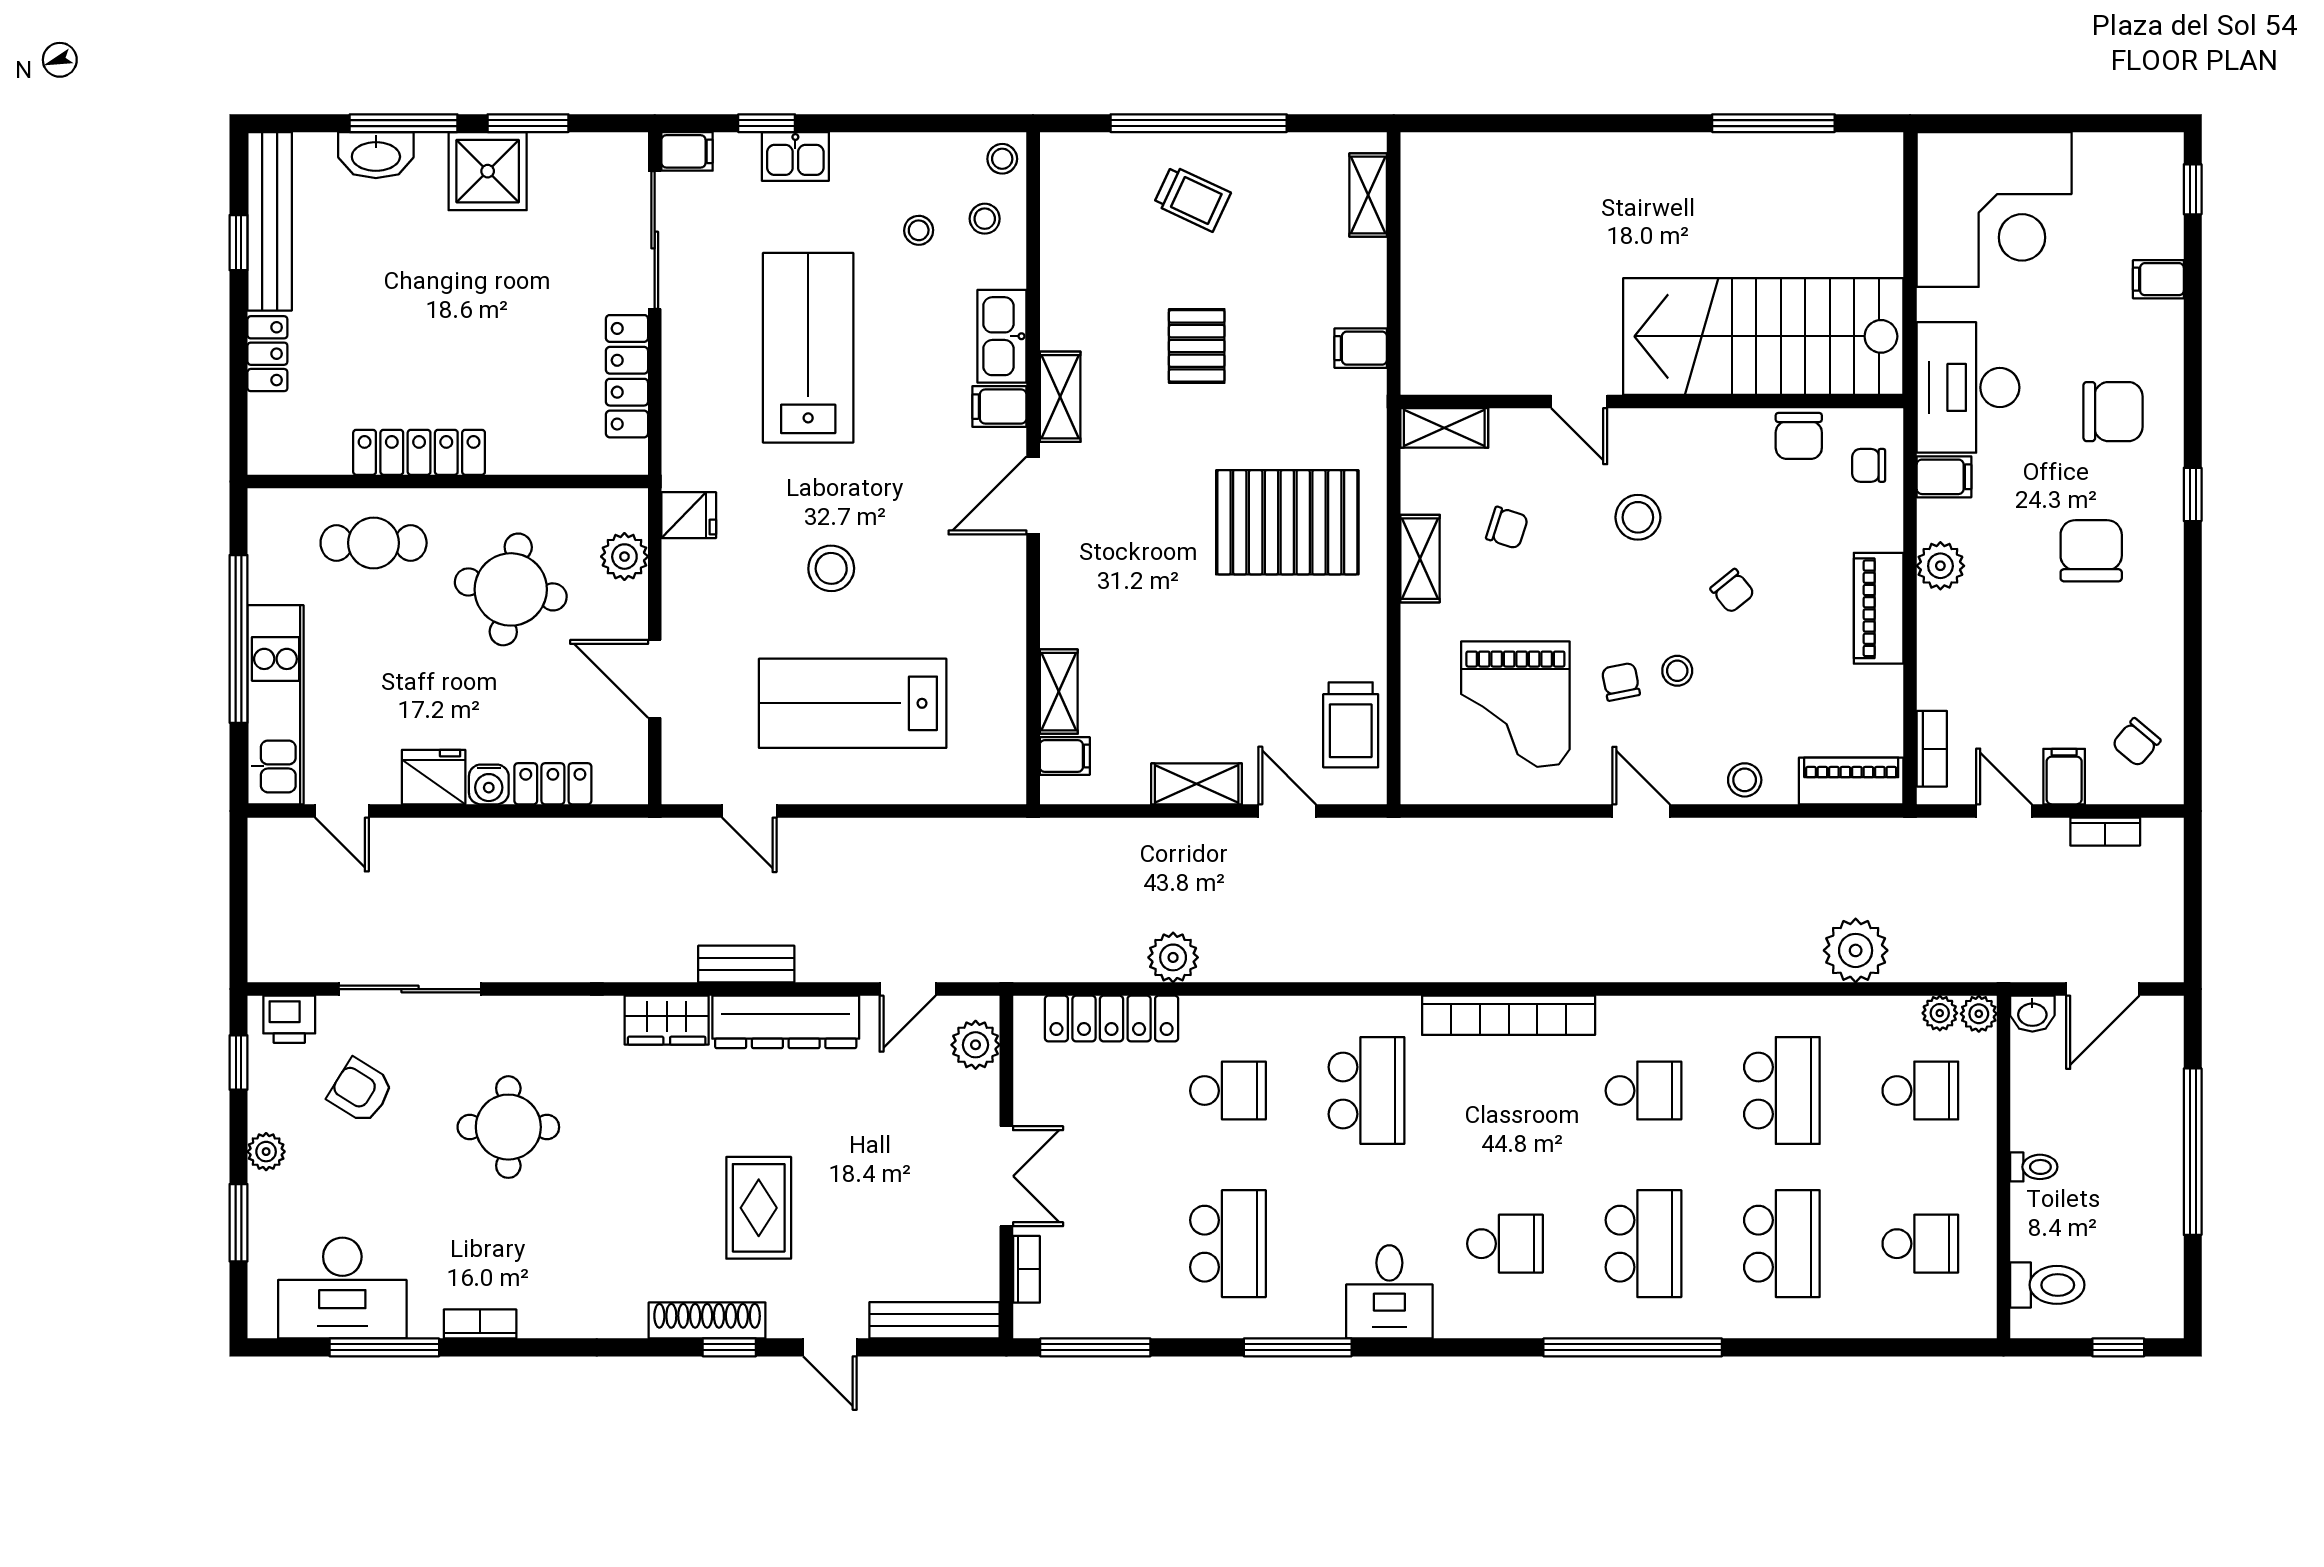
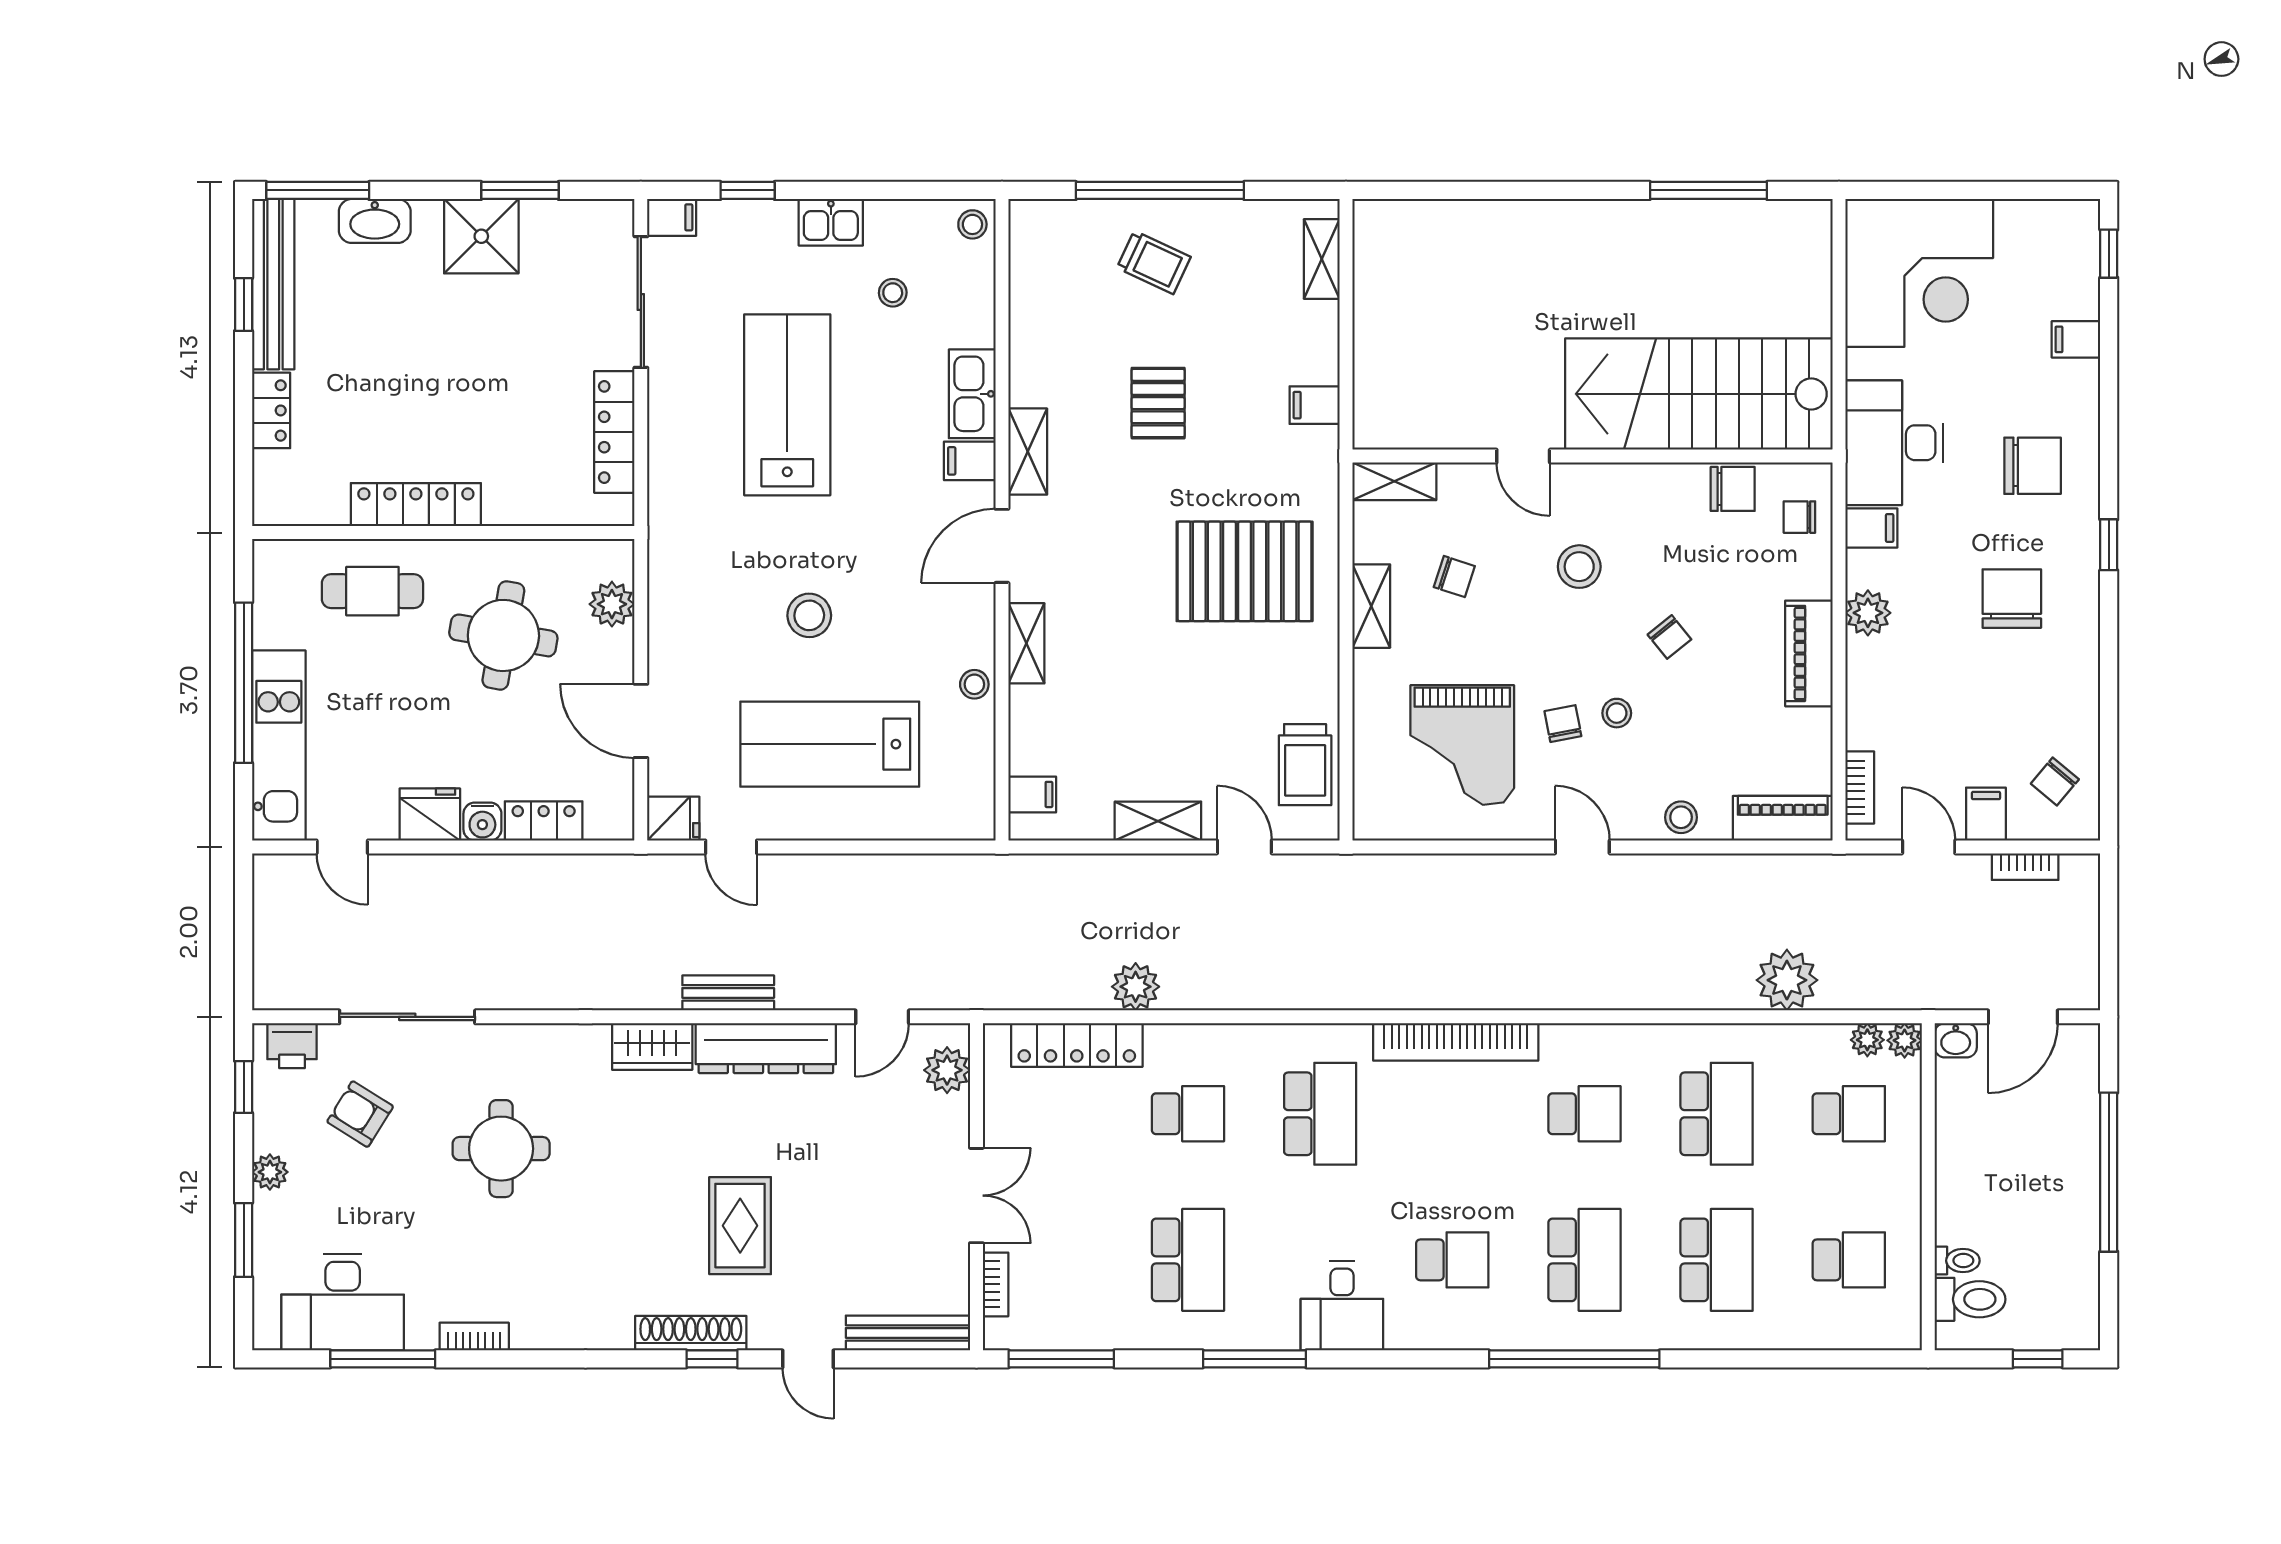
window: (404, 123) -> (318, 190), moved
kitchen sink: (795, 156) -> (831, 222), moved
stool: (985, 219) -> (974, 684), moved
chair: (1799, 436) -> (1733, 489), turned -90
fridge: (689, 515) -> (673, 819), moved
shelving: (1059, 692) -> (1026, 643), moved
toilet: (2034, 1167) -> (1957, 1261), moved

